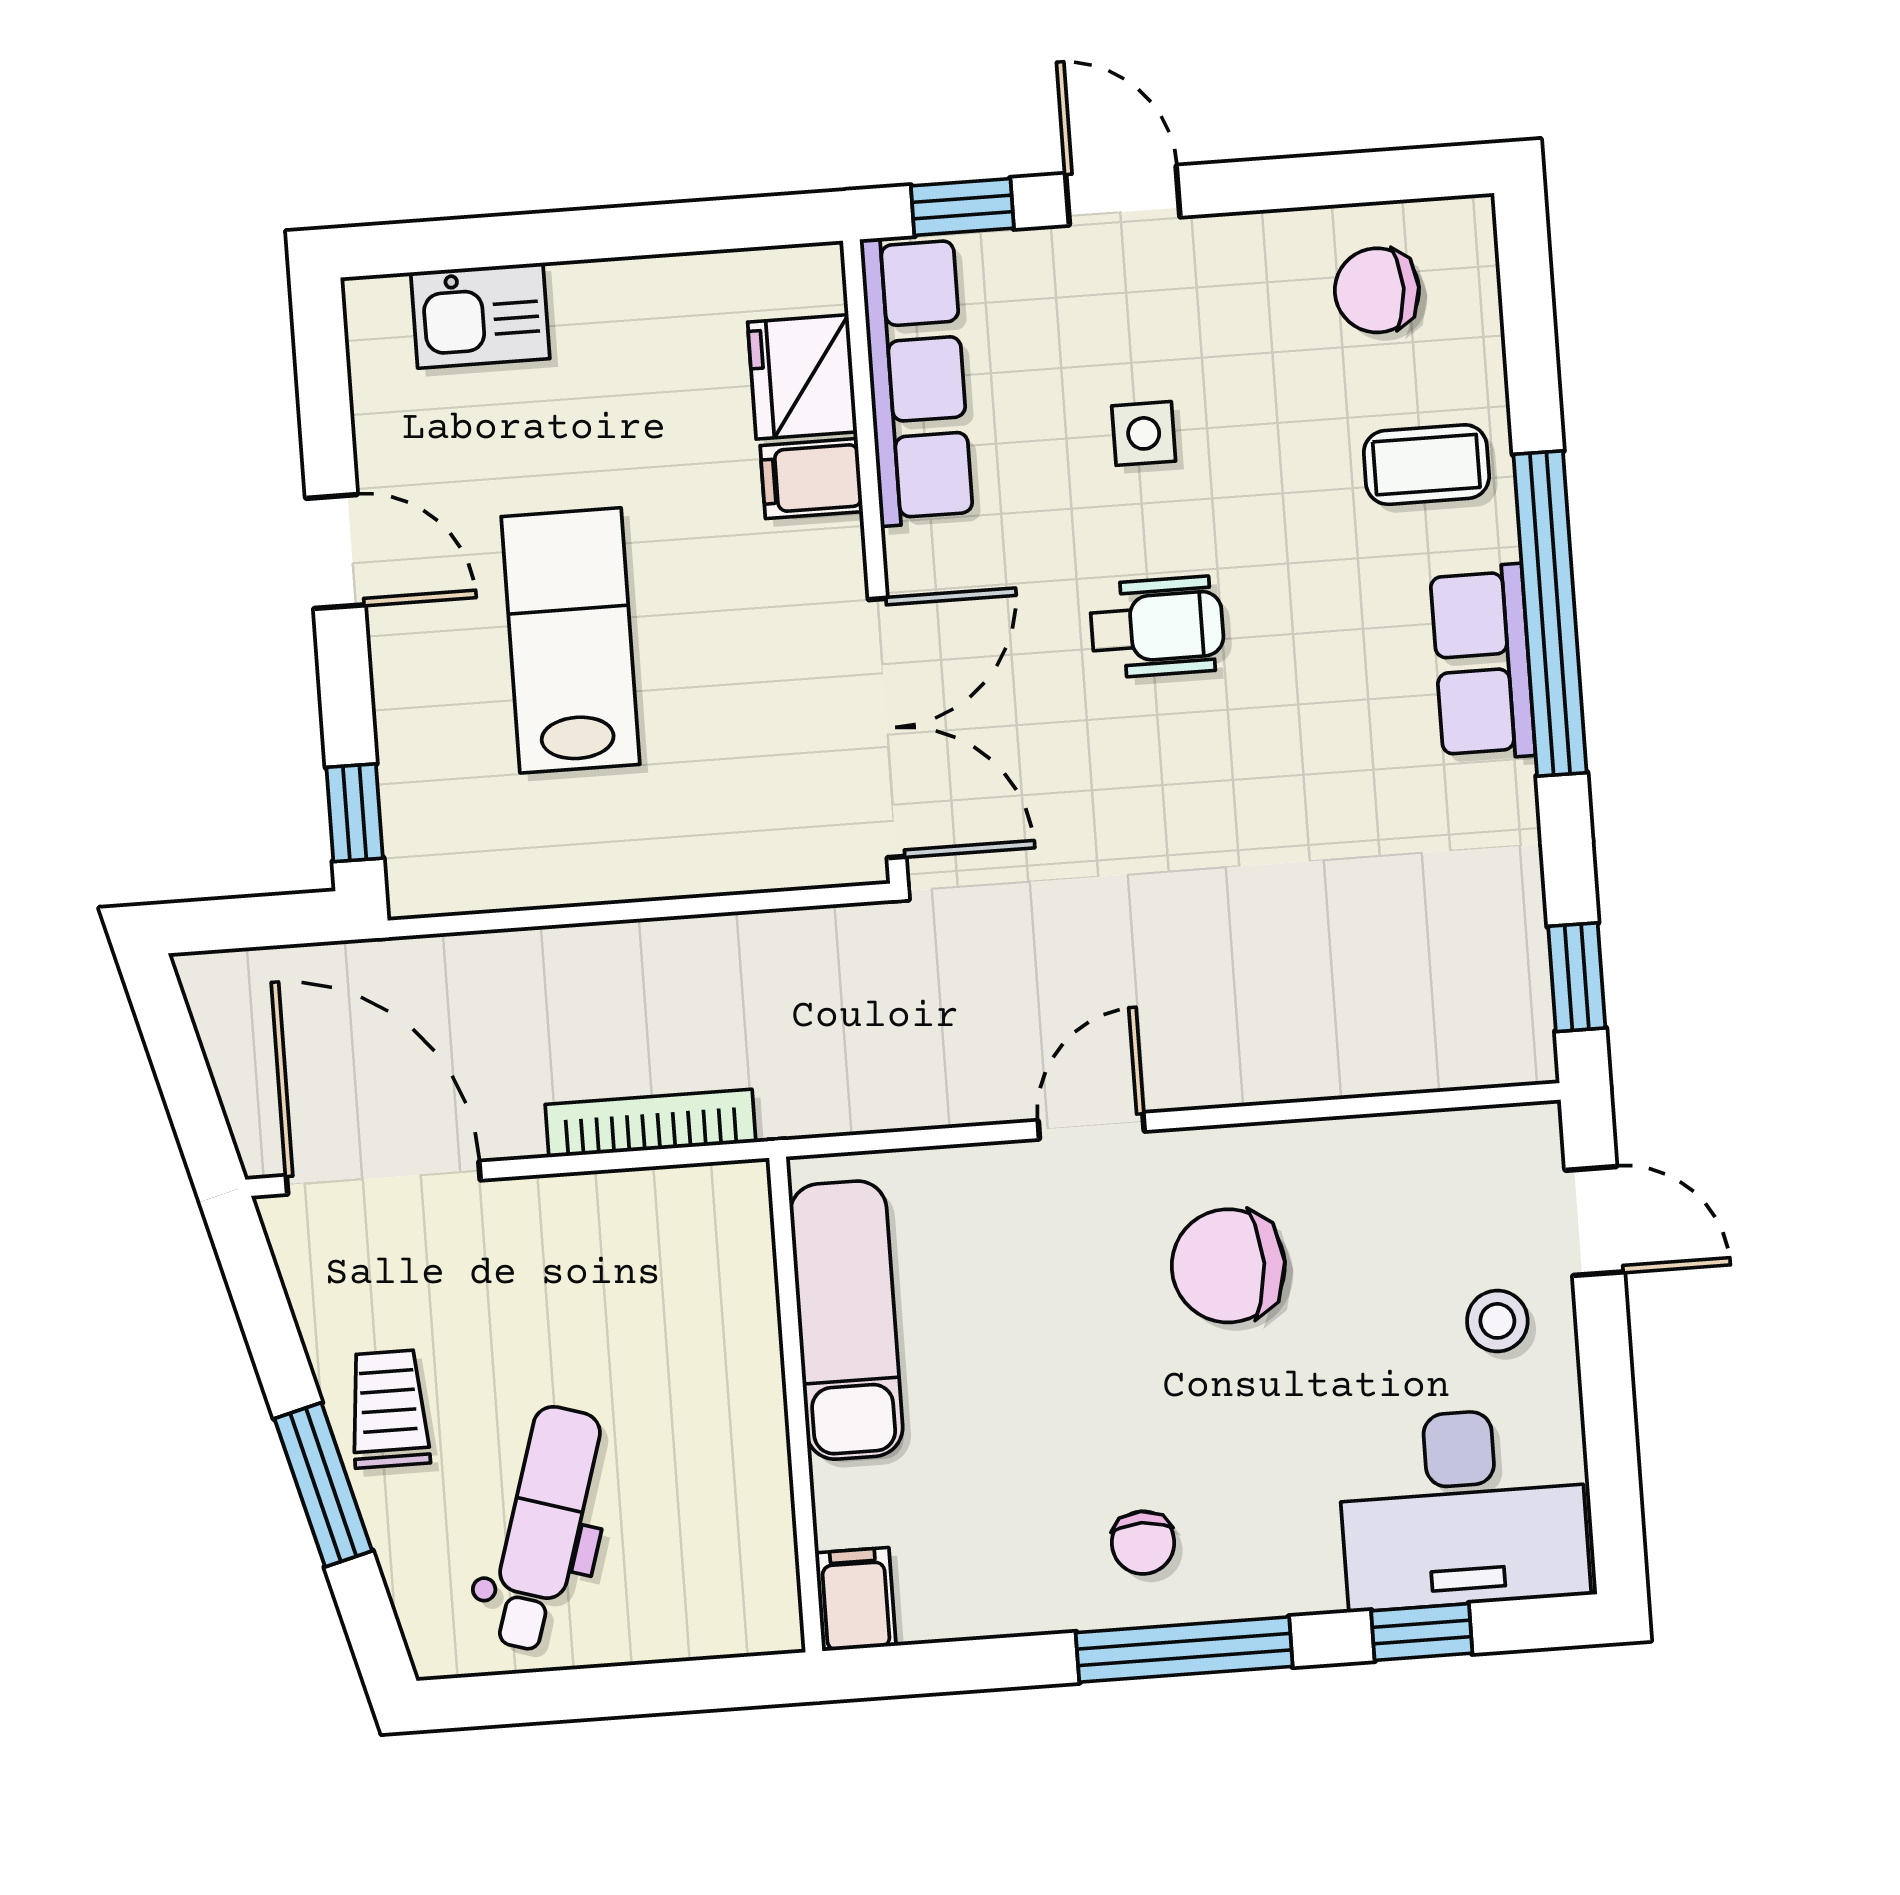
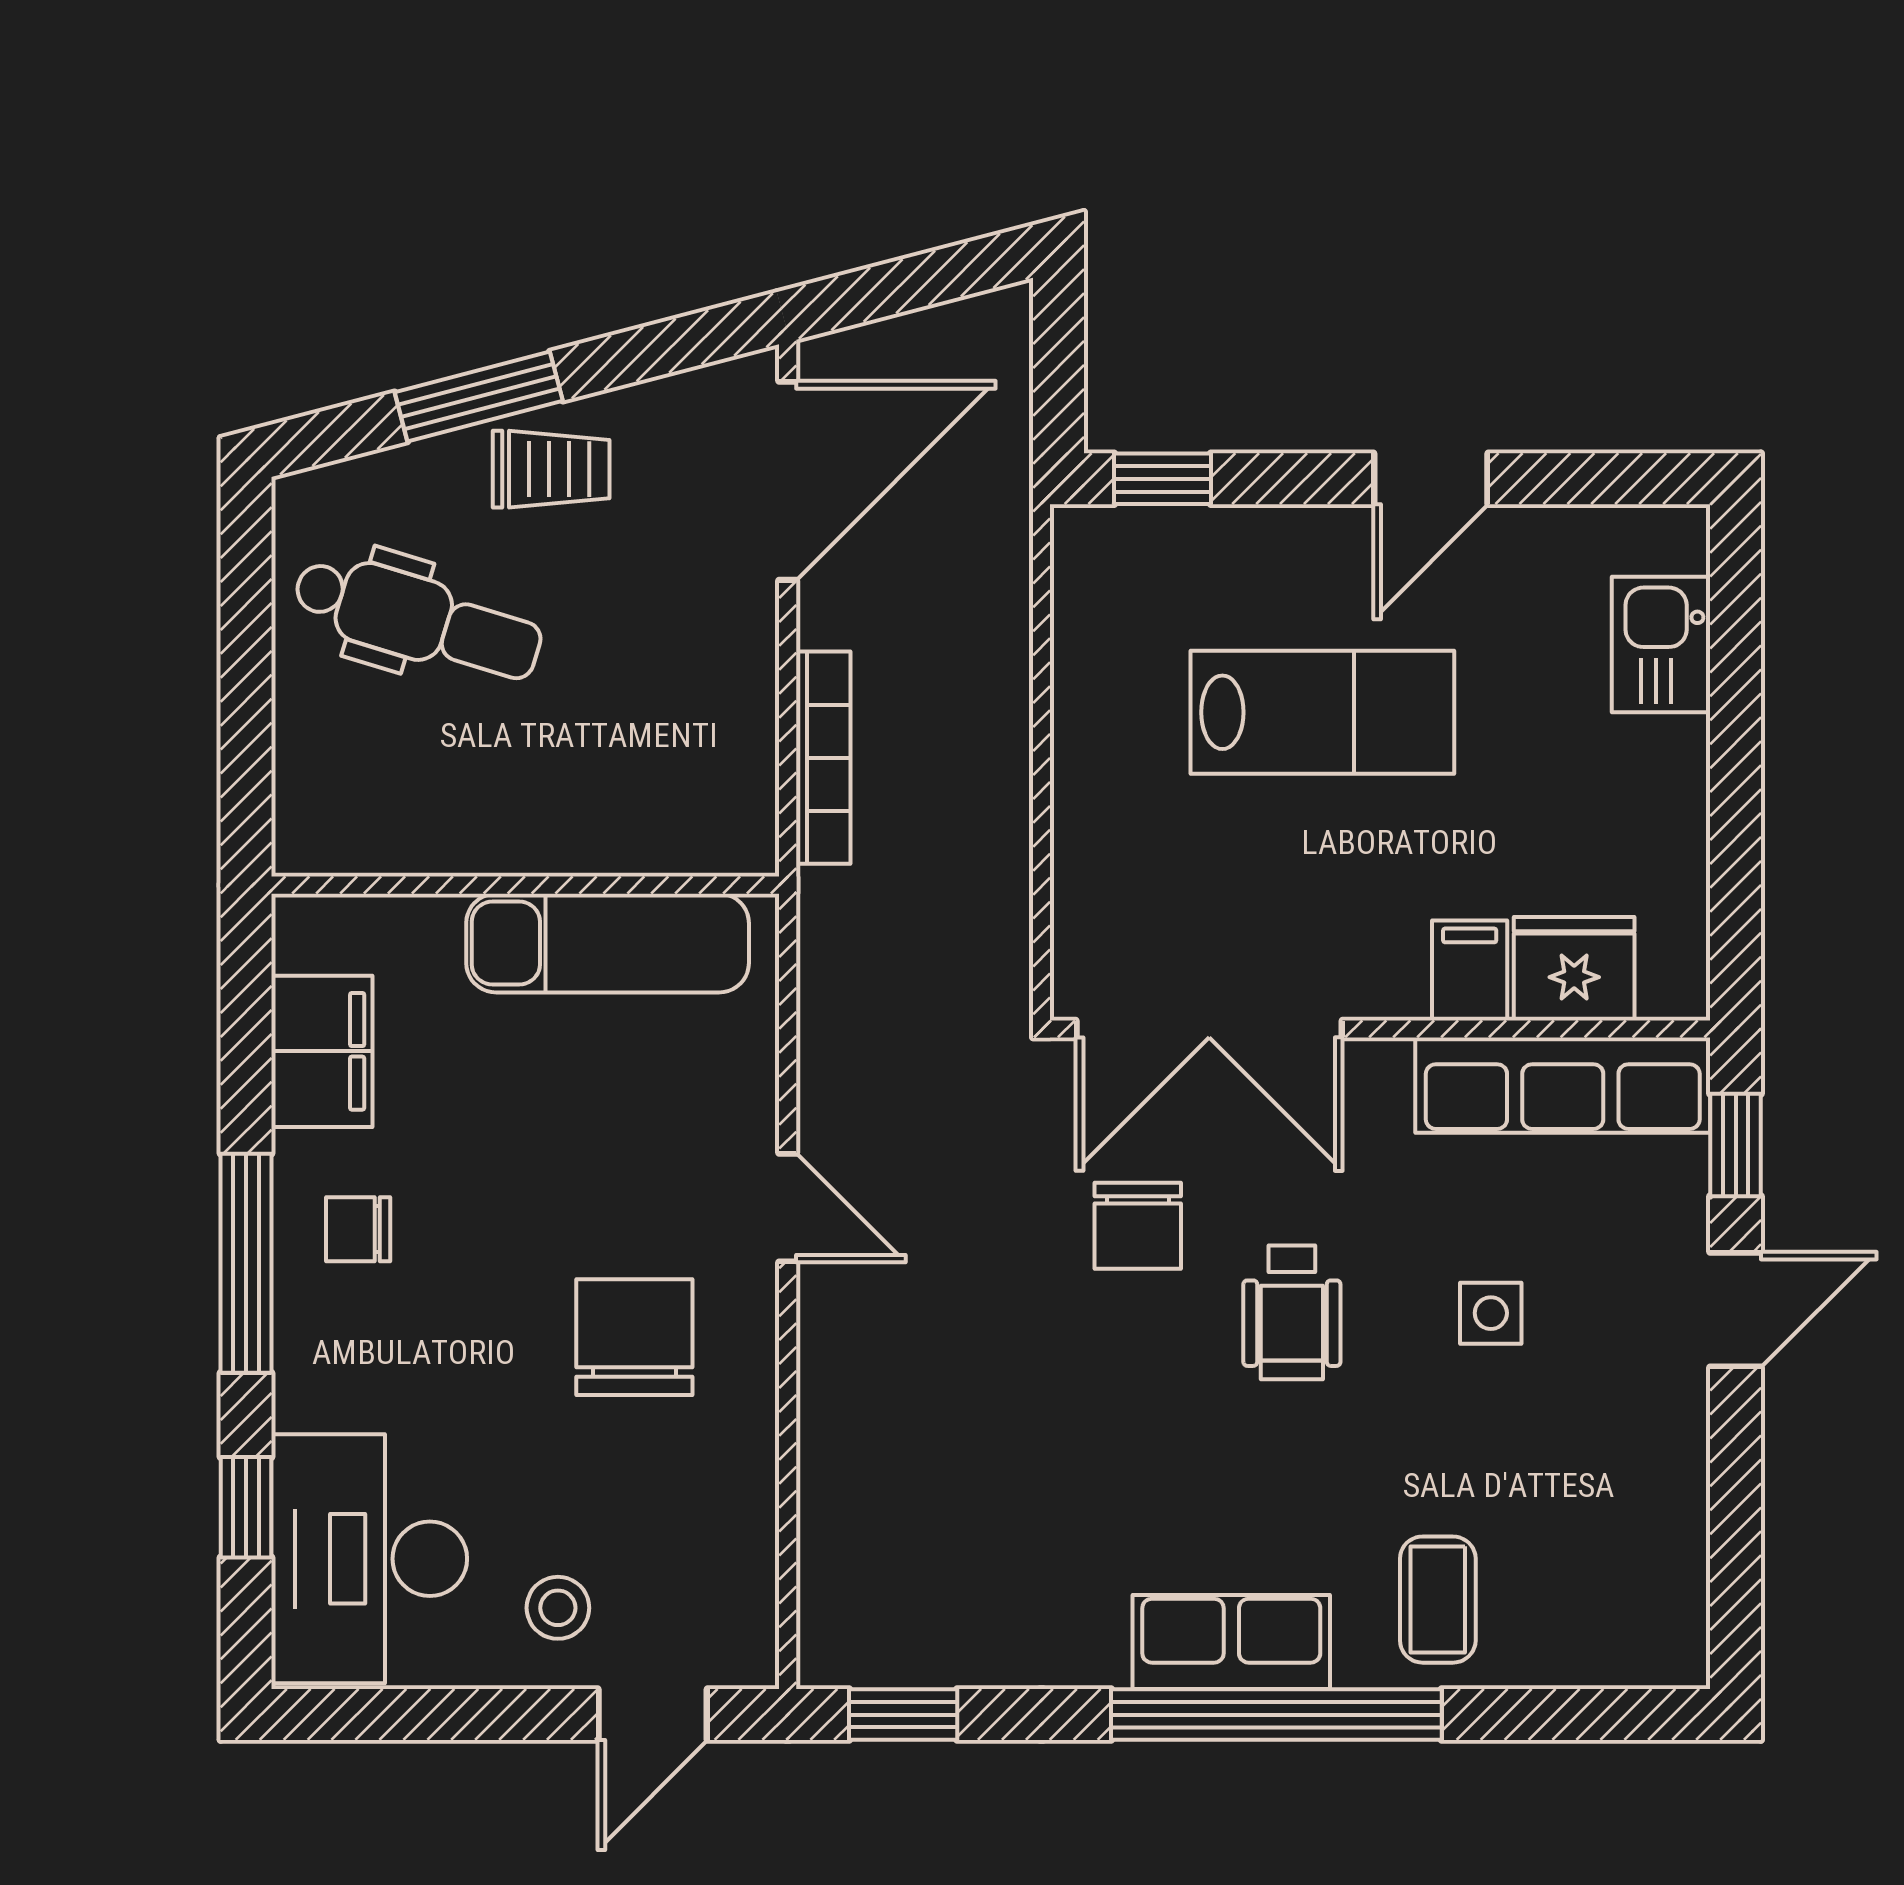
chair: (1377, 290) -> (1138, 1226), moved, turned 180
filing cabinet: (856, 1599) -> (322, 1051), moved, width x2.00

